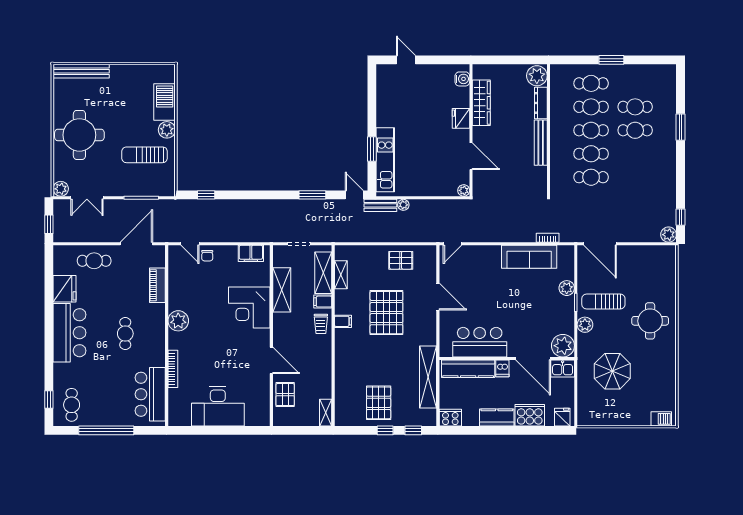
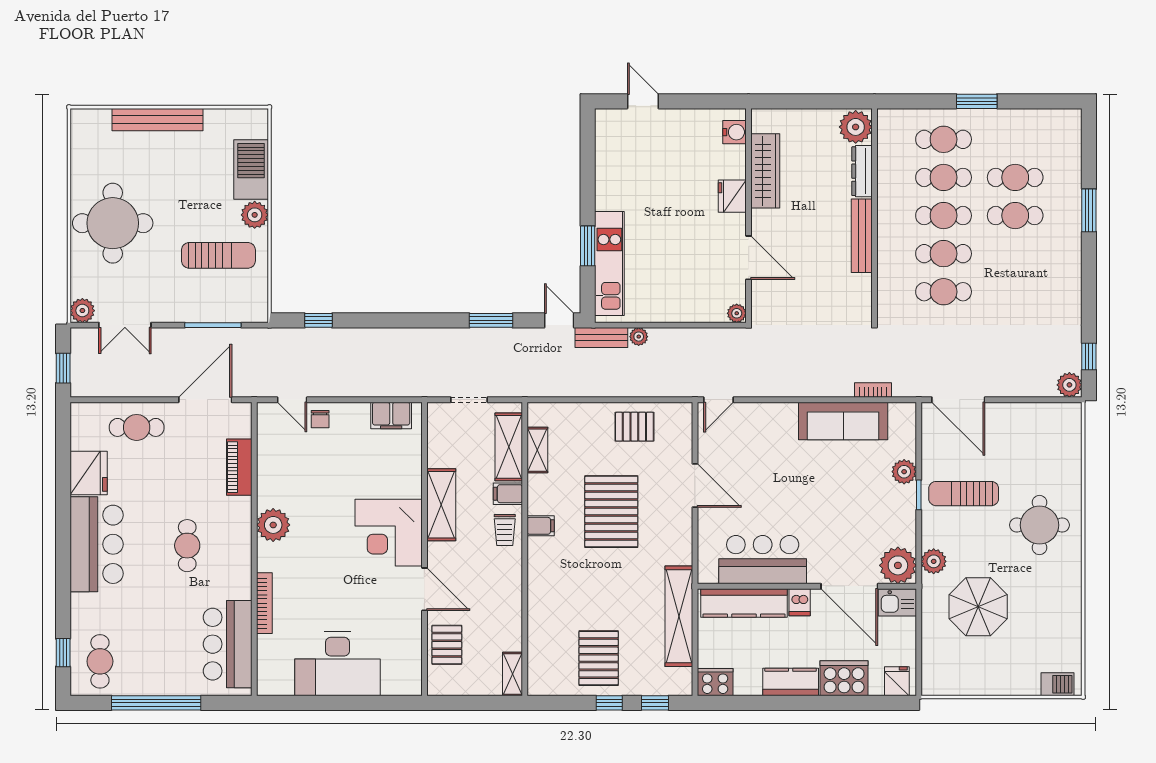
bench: (81, 71) -> (157, 120), moved
sun lounger: (145, 155) -> (218, 255), turned 180
shelving: (282, 290) -> (441, 505), moved
corner desk: (249, 307) -> (389, 533), moved
plant: (585, 325) -> (934, 561), moved

